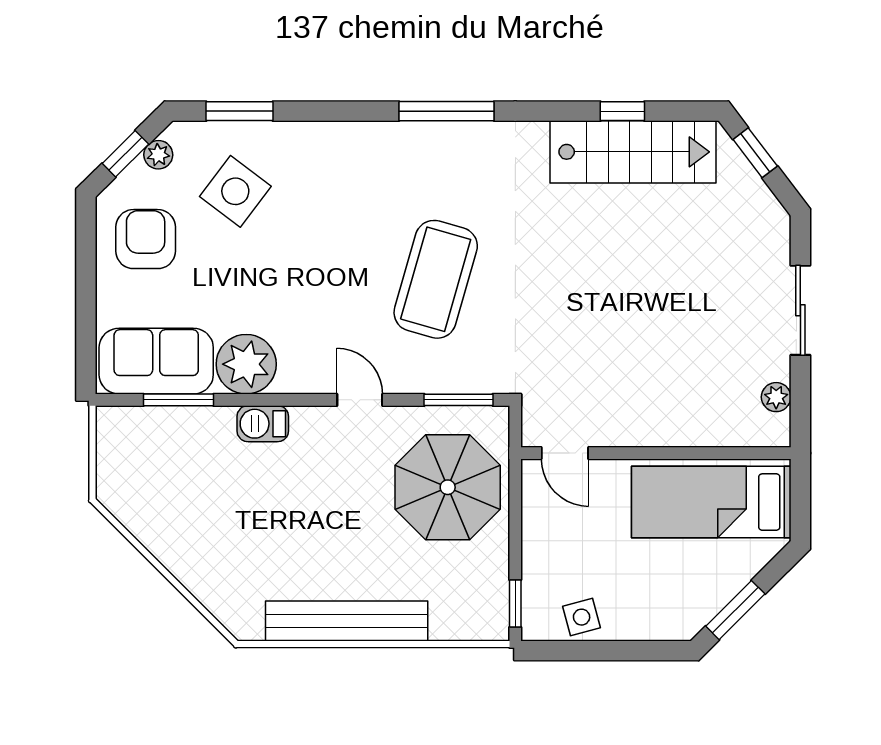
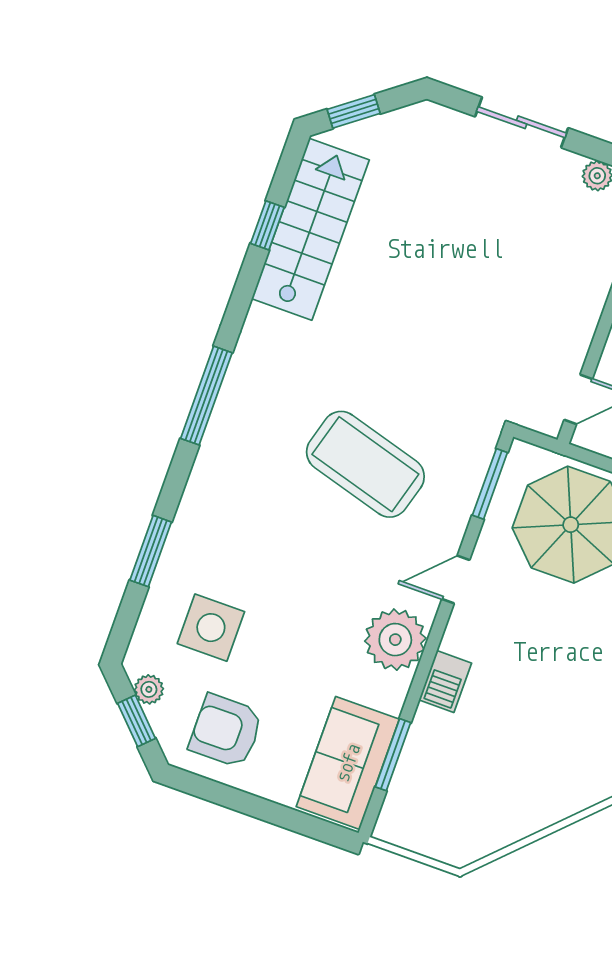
window: (239, 111) -> (151, 551), moved
side table: (235, 191) -> (211, 628), turned -37
plant: (246, 364) -> (395, 640), moved

